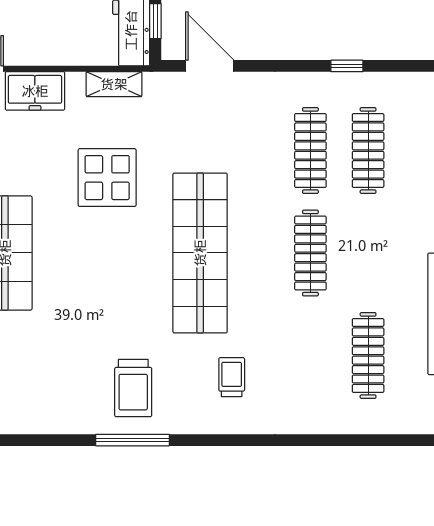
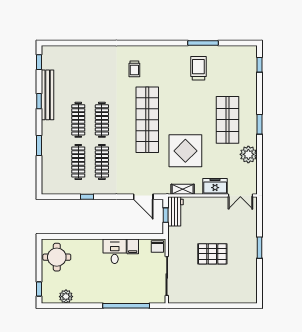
display table: (107, 178) -> (185, 151), width x1.36, depth x1.36
clothes rail: (368, 355) -> (78, 120), moved
trolley: (133, 388) -> (198, 68), moved
window: (132, 440) -> (203, 43), moved

